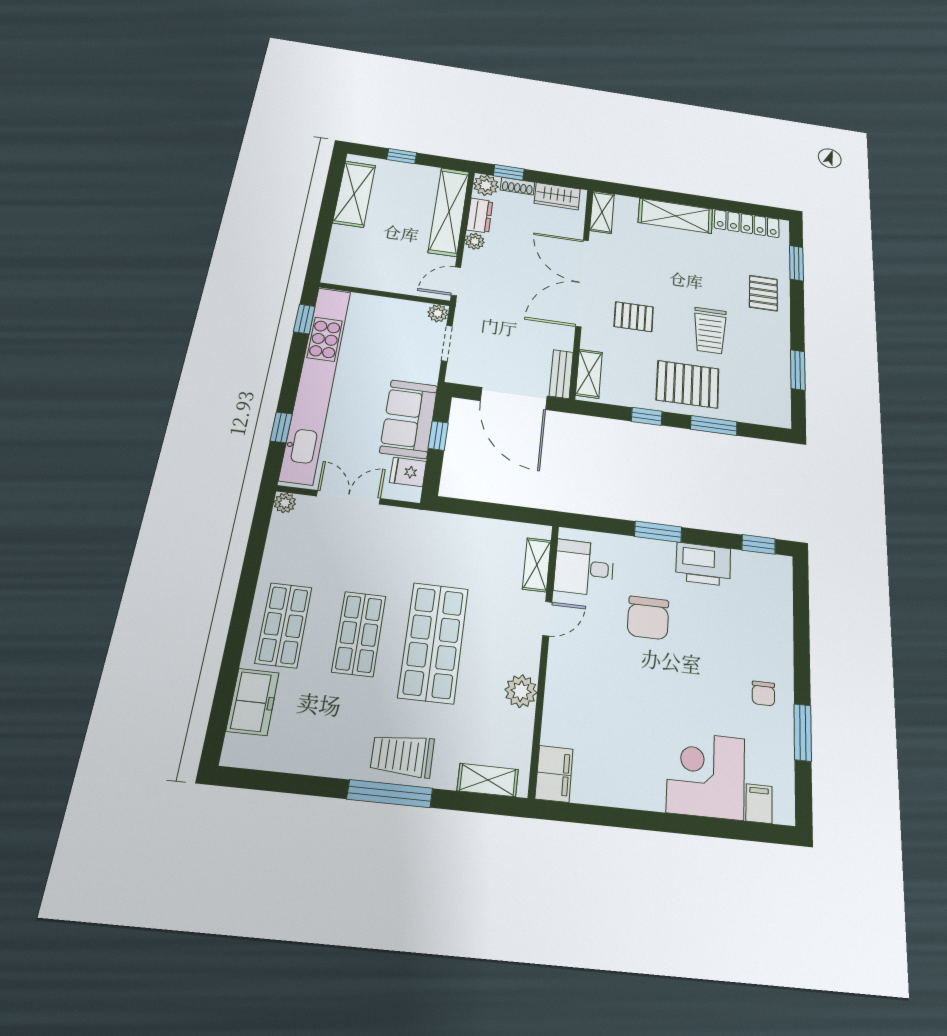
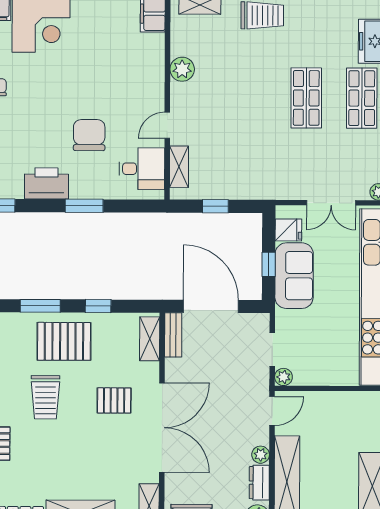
trolley: (710, 331) -> (45, 397), turned 180
window: (496, 511) -> (215, 206), added
shop shelf: (433, 642) -> (251, 98), removed

